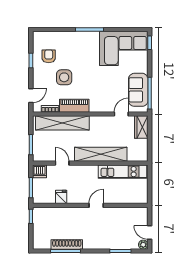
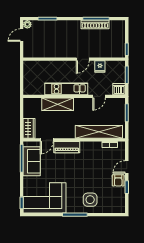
armchair: (49, 56) -> (118, 180), moved
side table: (64, 77) -> (90, 200), moved
door: (31, 96) -> (127, 167), moved
piano: (74, 106) -> (67, 147), moved
shelving: (101, 154) -> (58, 104), width x0.68
door: (62, 163) -> (99, 96), hinge flipped
kitchen unit: (122, 172) -> (66, 89), moved
door: (96, 205) -> (83, 59), moved
door: (150, 233) -> (22, 35), swing flipped

